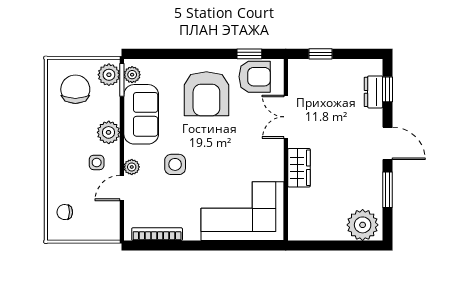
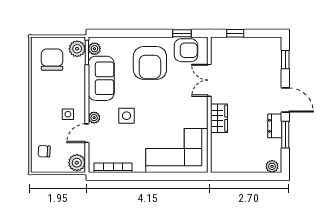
dresser: (374, 92) -> (275, 126), moved
plant: (109, 132) -> (77, 163), moved
plant: (363, 225) -> (272, 166), width x0.53, depth x0.53

